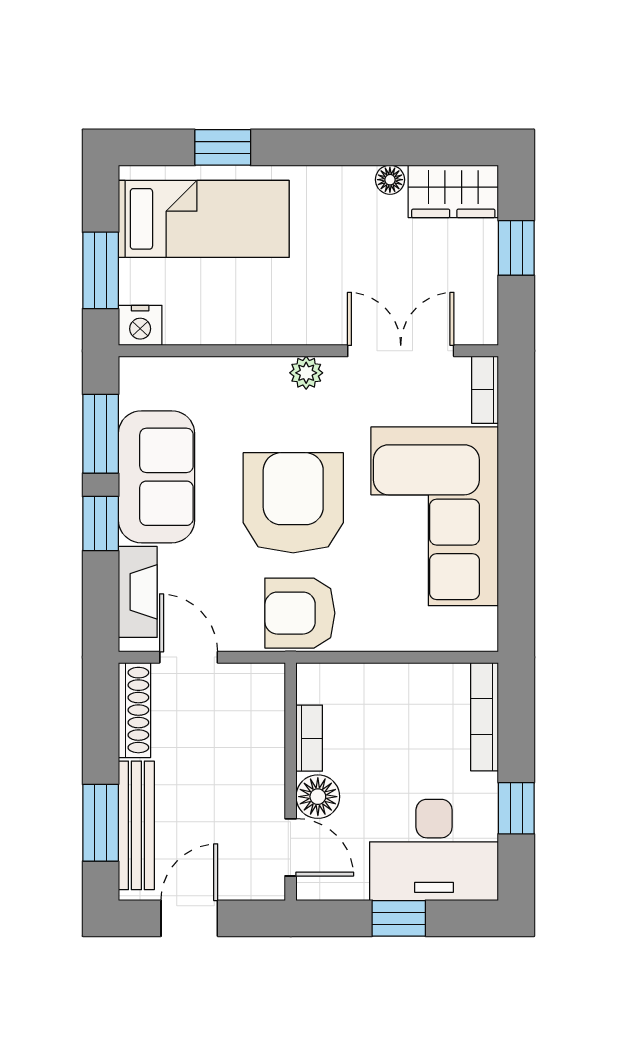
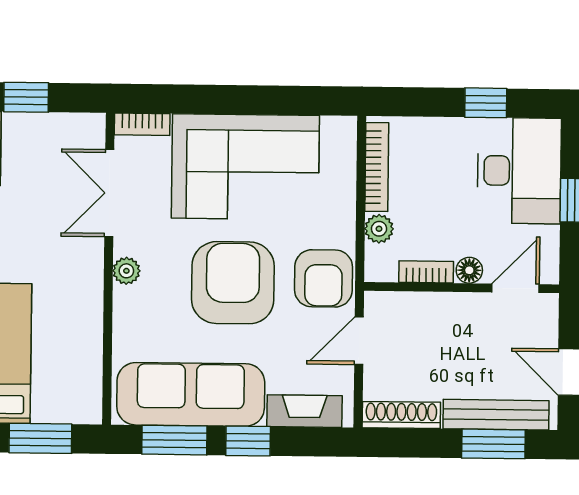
nightstand: (140, 325) -> (86, 407), removed
sofa: (157, 477) -> (191, 394), width x1.36
armchair: (293, 503) -> (233, 283), turned 90
door: (189, 657) -> (359, 341), moved
plant: (361, 680) -> (379, 229), added
bookcase: (485, 717) -> (377, 167), moved, turned -90
floor lamp: (318, 797) -> (469, 270), width x0.73, depth x0.73

